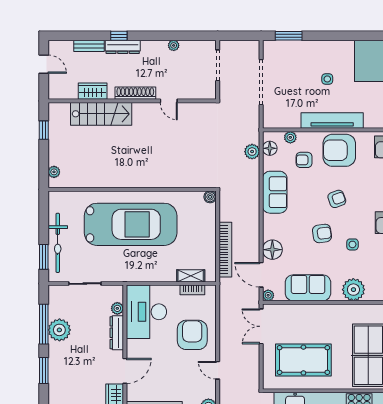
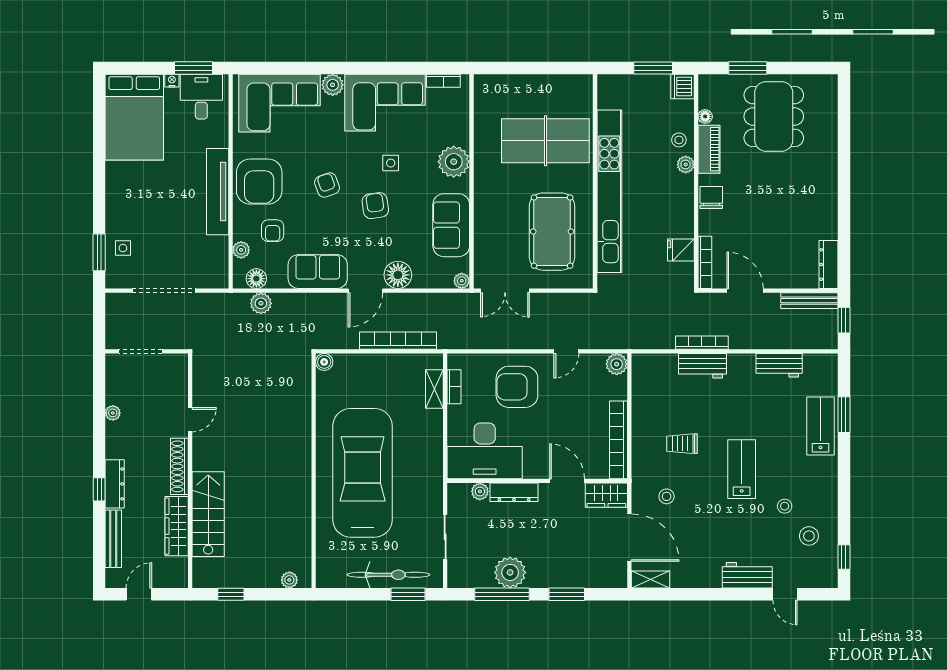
bench: (89, 46) -> (113, 539), width x1.36
side table: (327, 79) -> (123, 248), moved
wardrobe: (93, 91) -> (177, 526), width x1.50
door: (261, 275) -> (365, 291), moved

